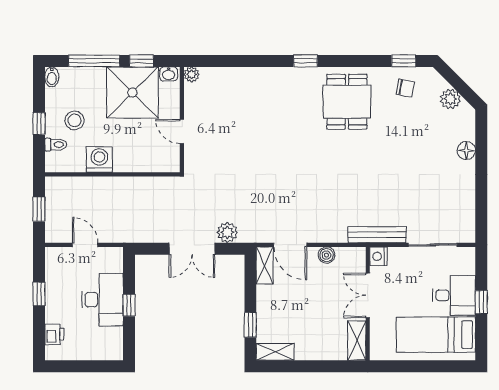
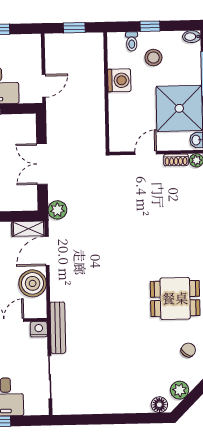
chair: (405, 88) -> (188, 350), turned -153
shoe rack: (190, 97) -> (176, 160), added
floor lamp: (466, 151) -> (159, 405), moved
plant: (227, 232) -> (57, 210), moved
door: (85, 245) -> (44, 86), moved
boiler: (326, 255) -> (33, 283), width x1.86, depth x1.86

